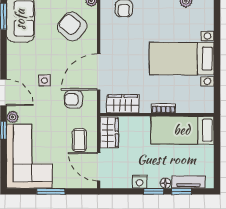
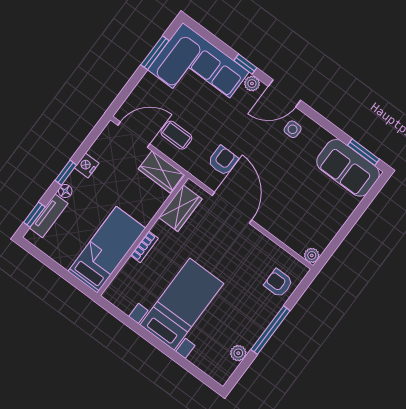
armchair: (72, 26) -> (300, 215), removed
side table: (44, 81) -> (293, 129), moved
window: (51, 191) -> (155, 53), moved
window: (181, 191) -> (34, 215), moved

